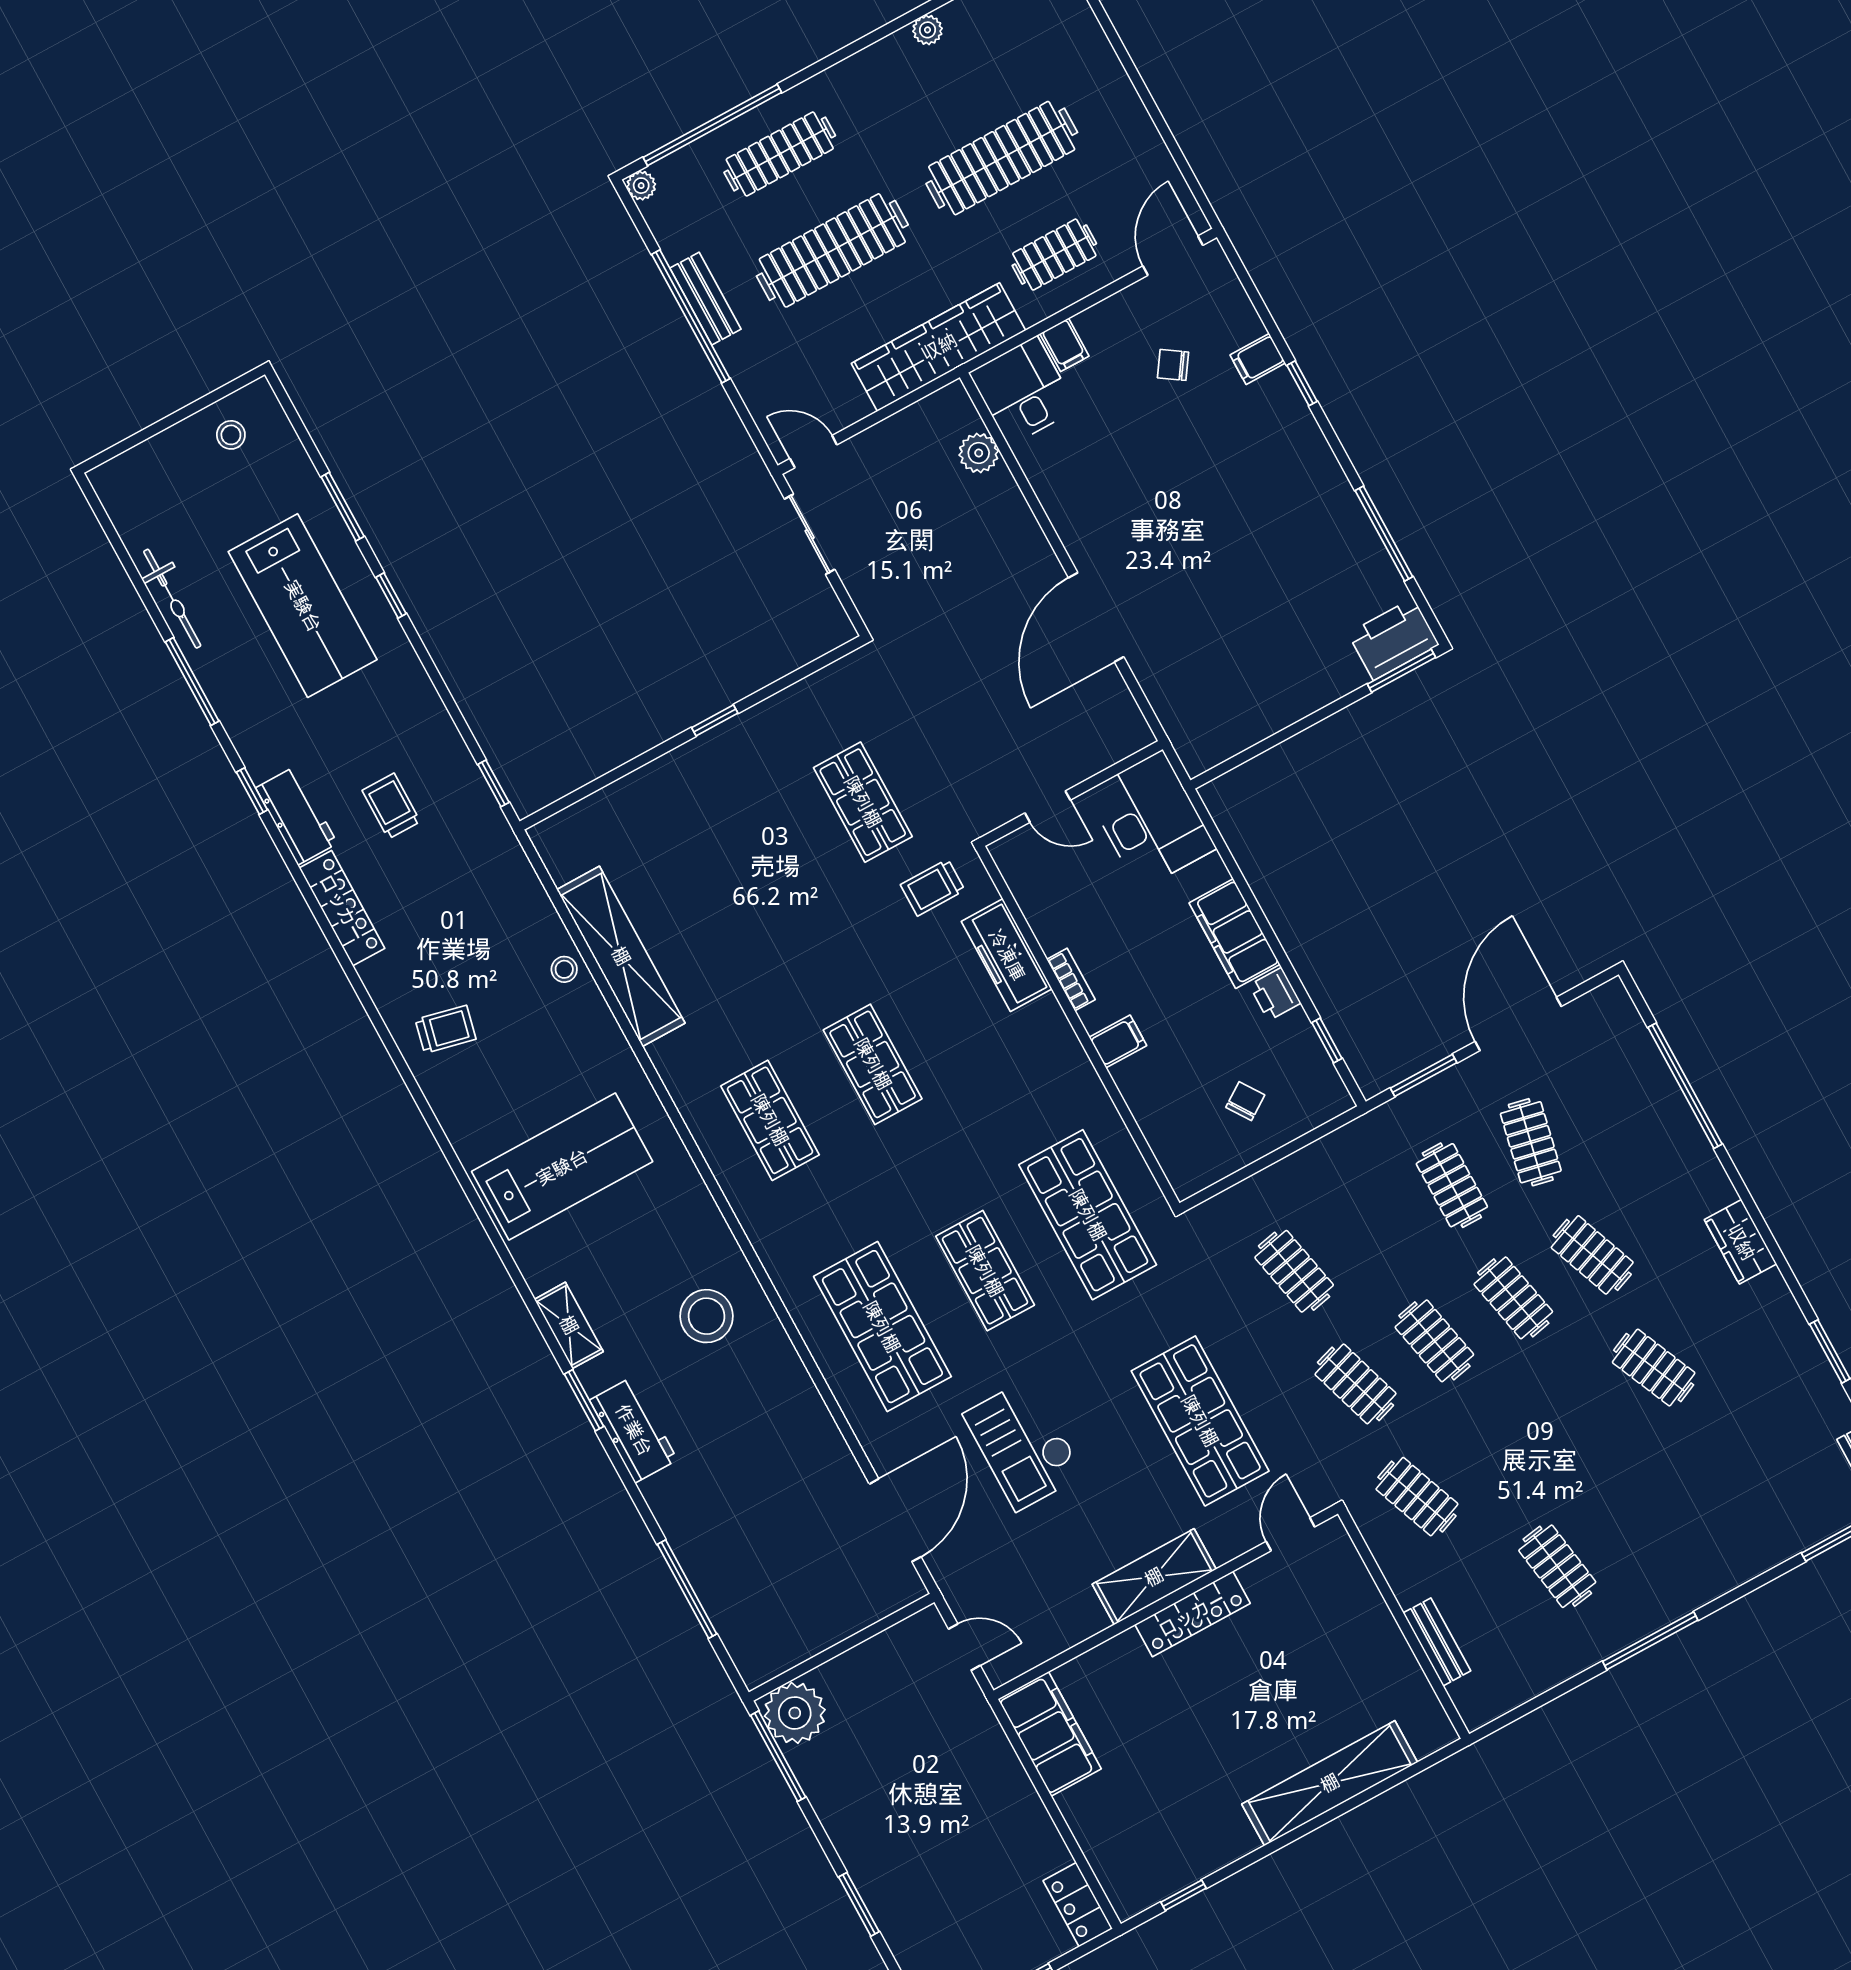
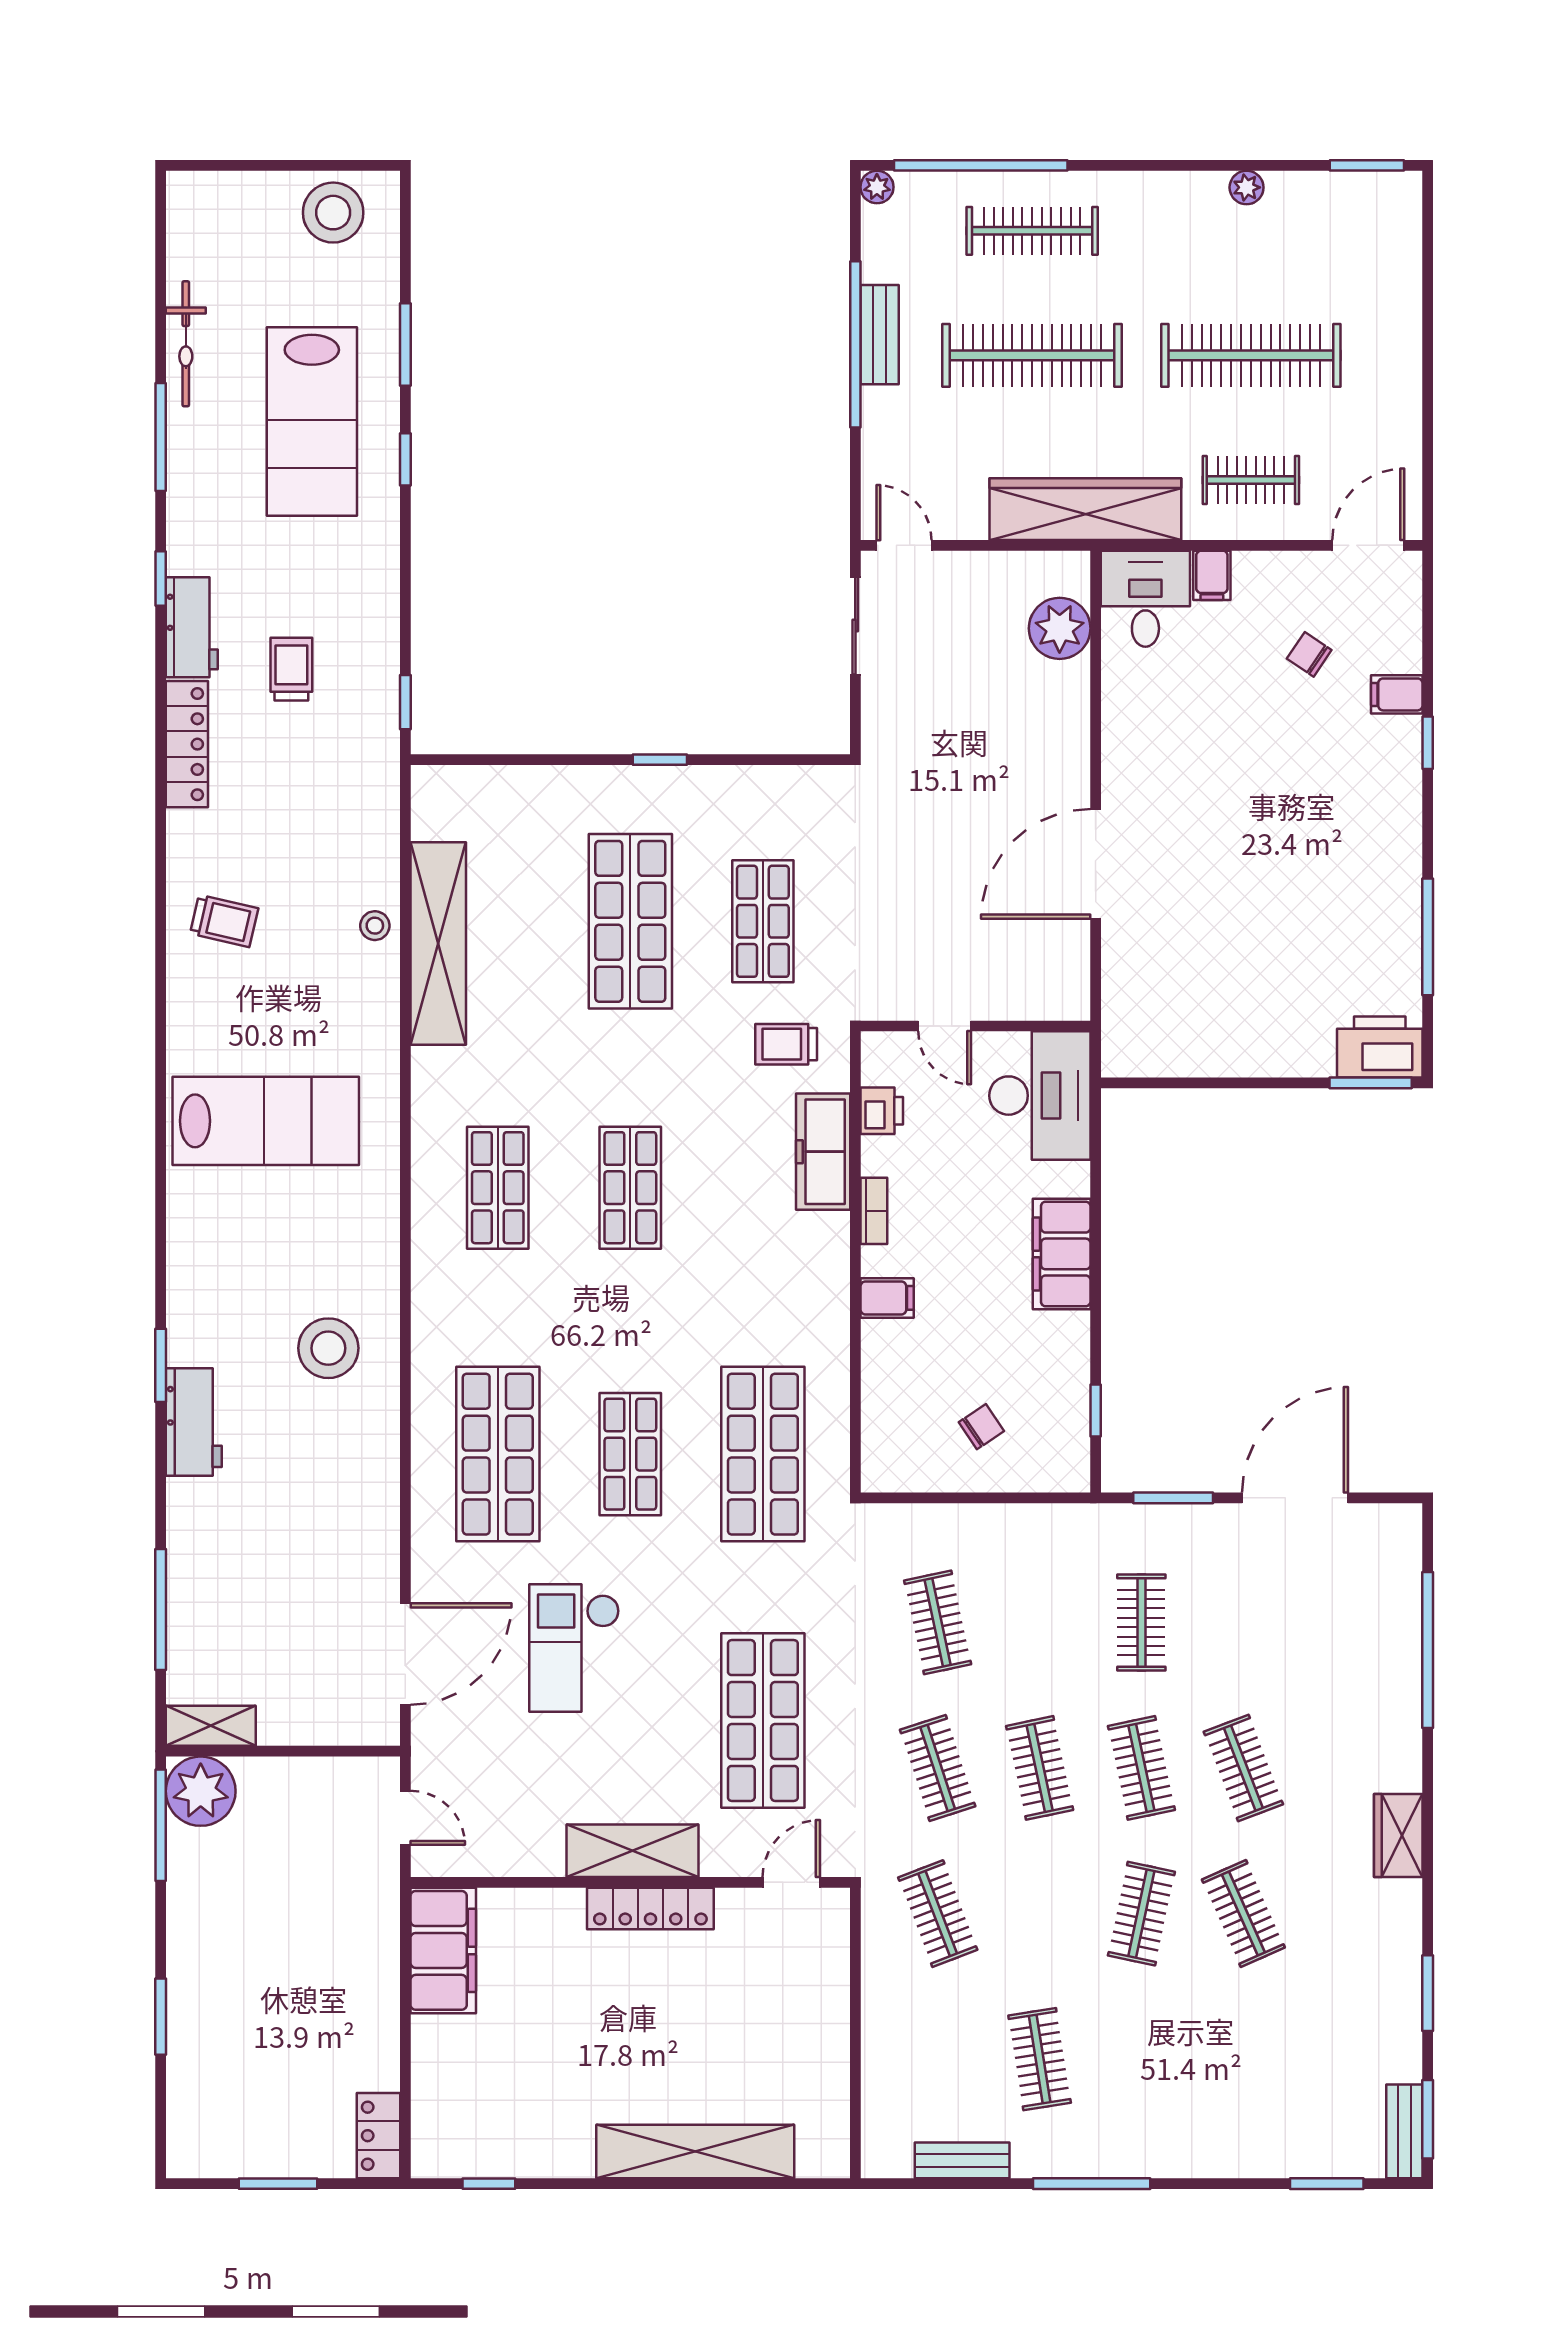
stool: (231, 435) -> (333, 213), width x1.89, depth x1.89
plant: (979, 453) -> (1060, 628), width x1.36, depth x1.36
shop shelf: (760, 858) -> (630, 921), added
printer: (1275, 994) -> (882, 1111), moved, turned 180
clothes rail: (1531, 1142) -> (1141, 1914), moved
shelving: (569, 1325) -> (211, 1726), moved, turned 90
bench: (1437, 1642) -> (962, 2160), moved, turned 90

